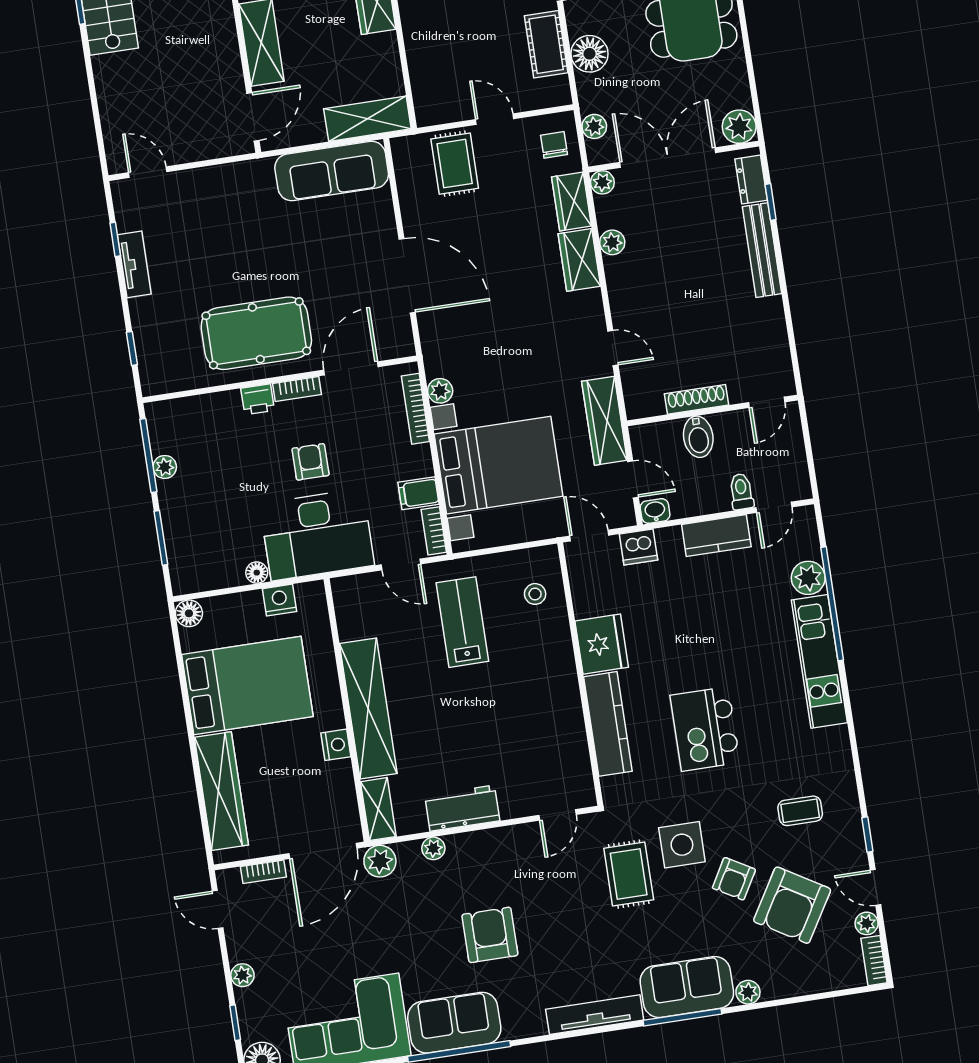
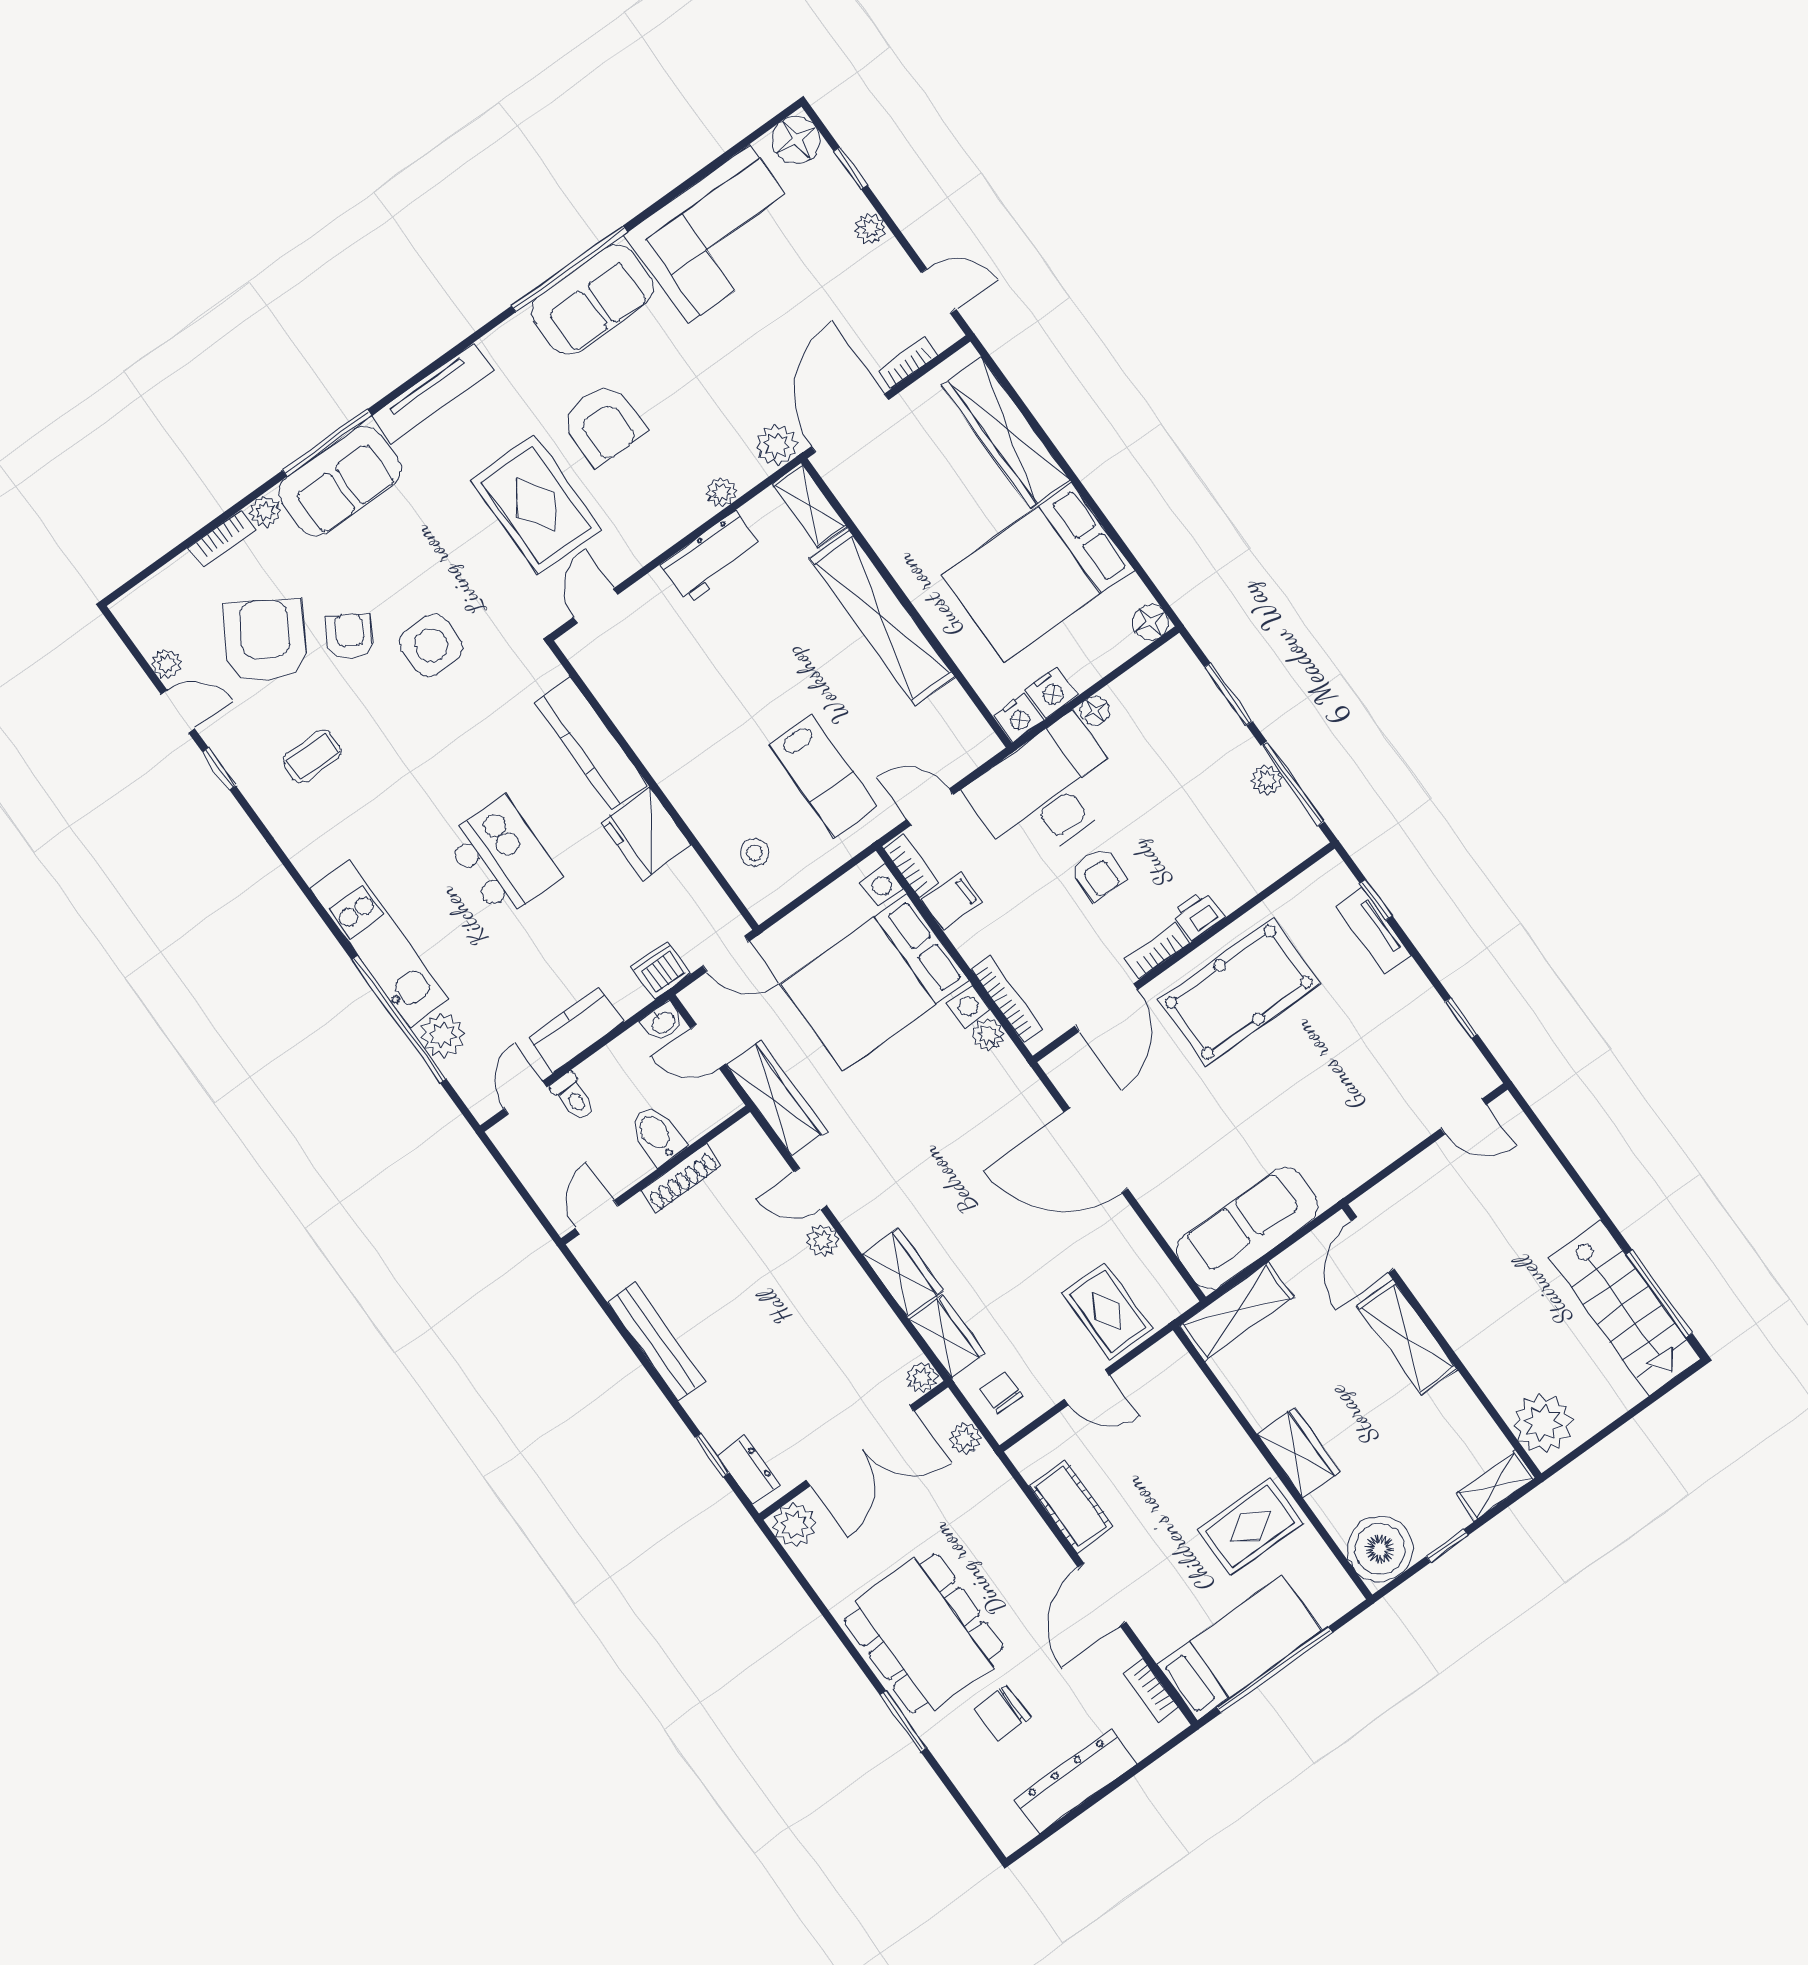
floor lamp: (590, 54) -> (1014, 1521), removed
chair: (554, 145) -> (1001, 1393), turned 180
plant: (612, 242) -> (823, 1241), moved
bench: (762, 250) -> (656, 1341), moved
tv unit: (134, 264) -> (1374, 931), moved
kitchen island: (705, 729) -> (502, 858), moved
nightstand: (336, 745) -> (1018, 718), moved, turned -90
rug: (629, 874) -> (536, 504), moved, width x1.36, depth x1.43
bookcase: (874, 961) -> (222, 539), moved, turned 90

